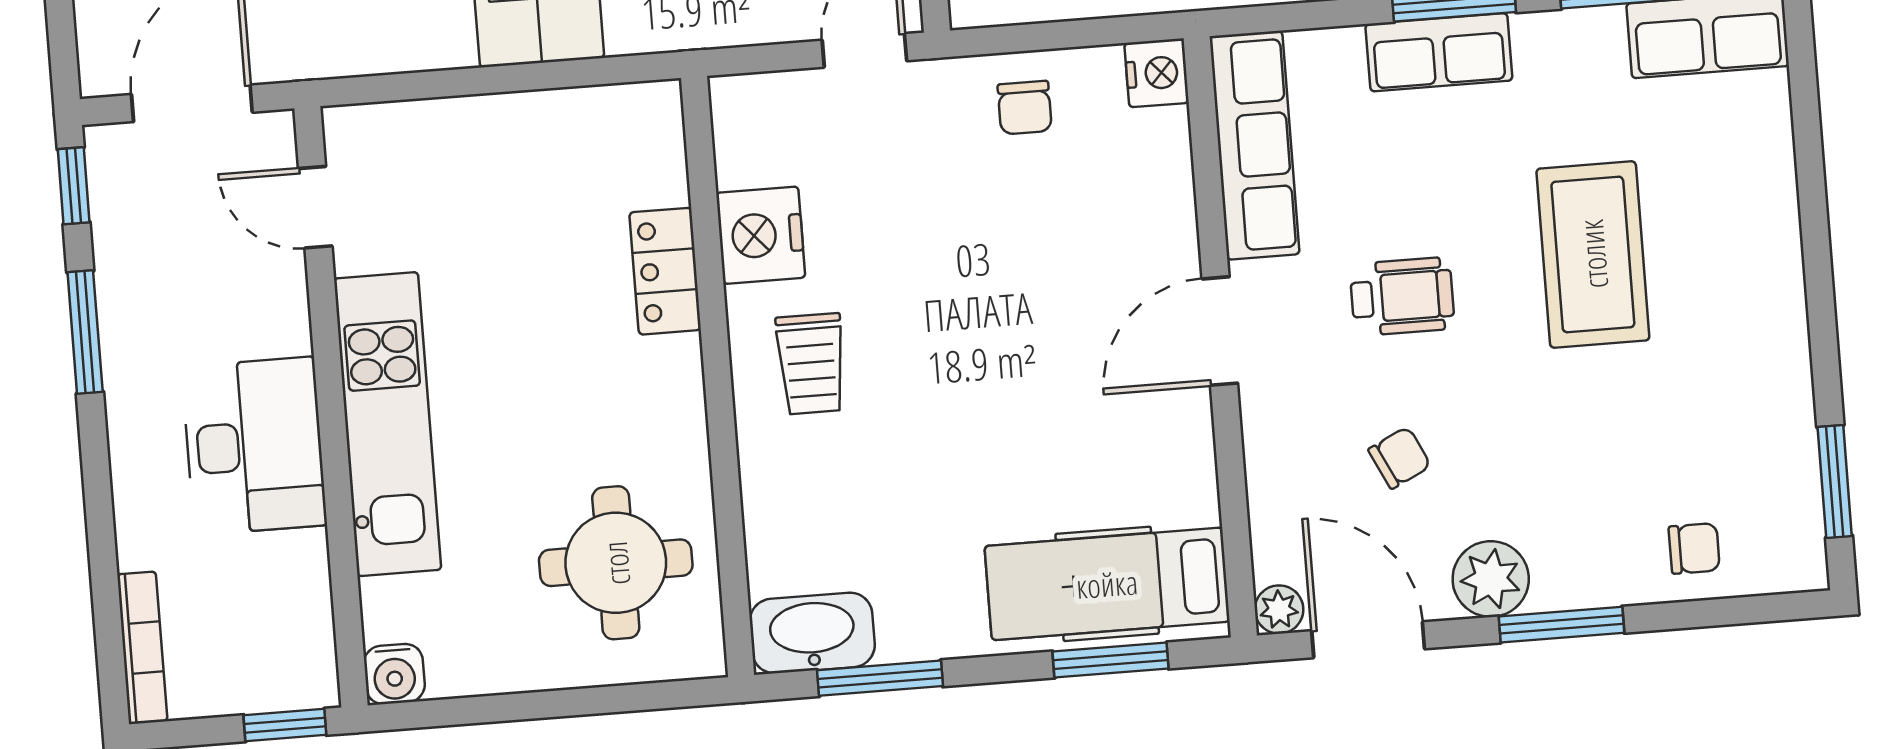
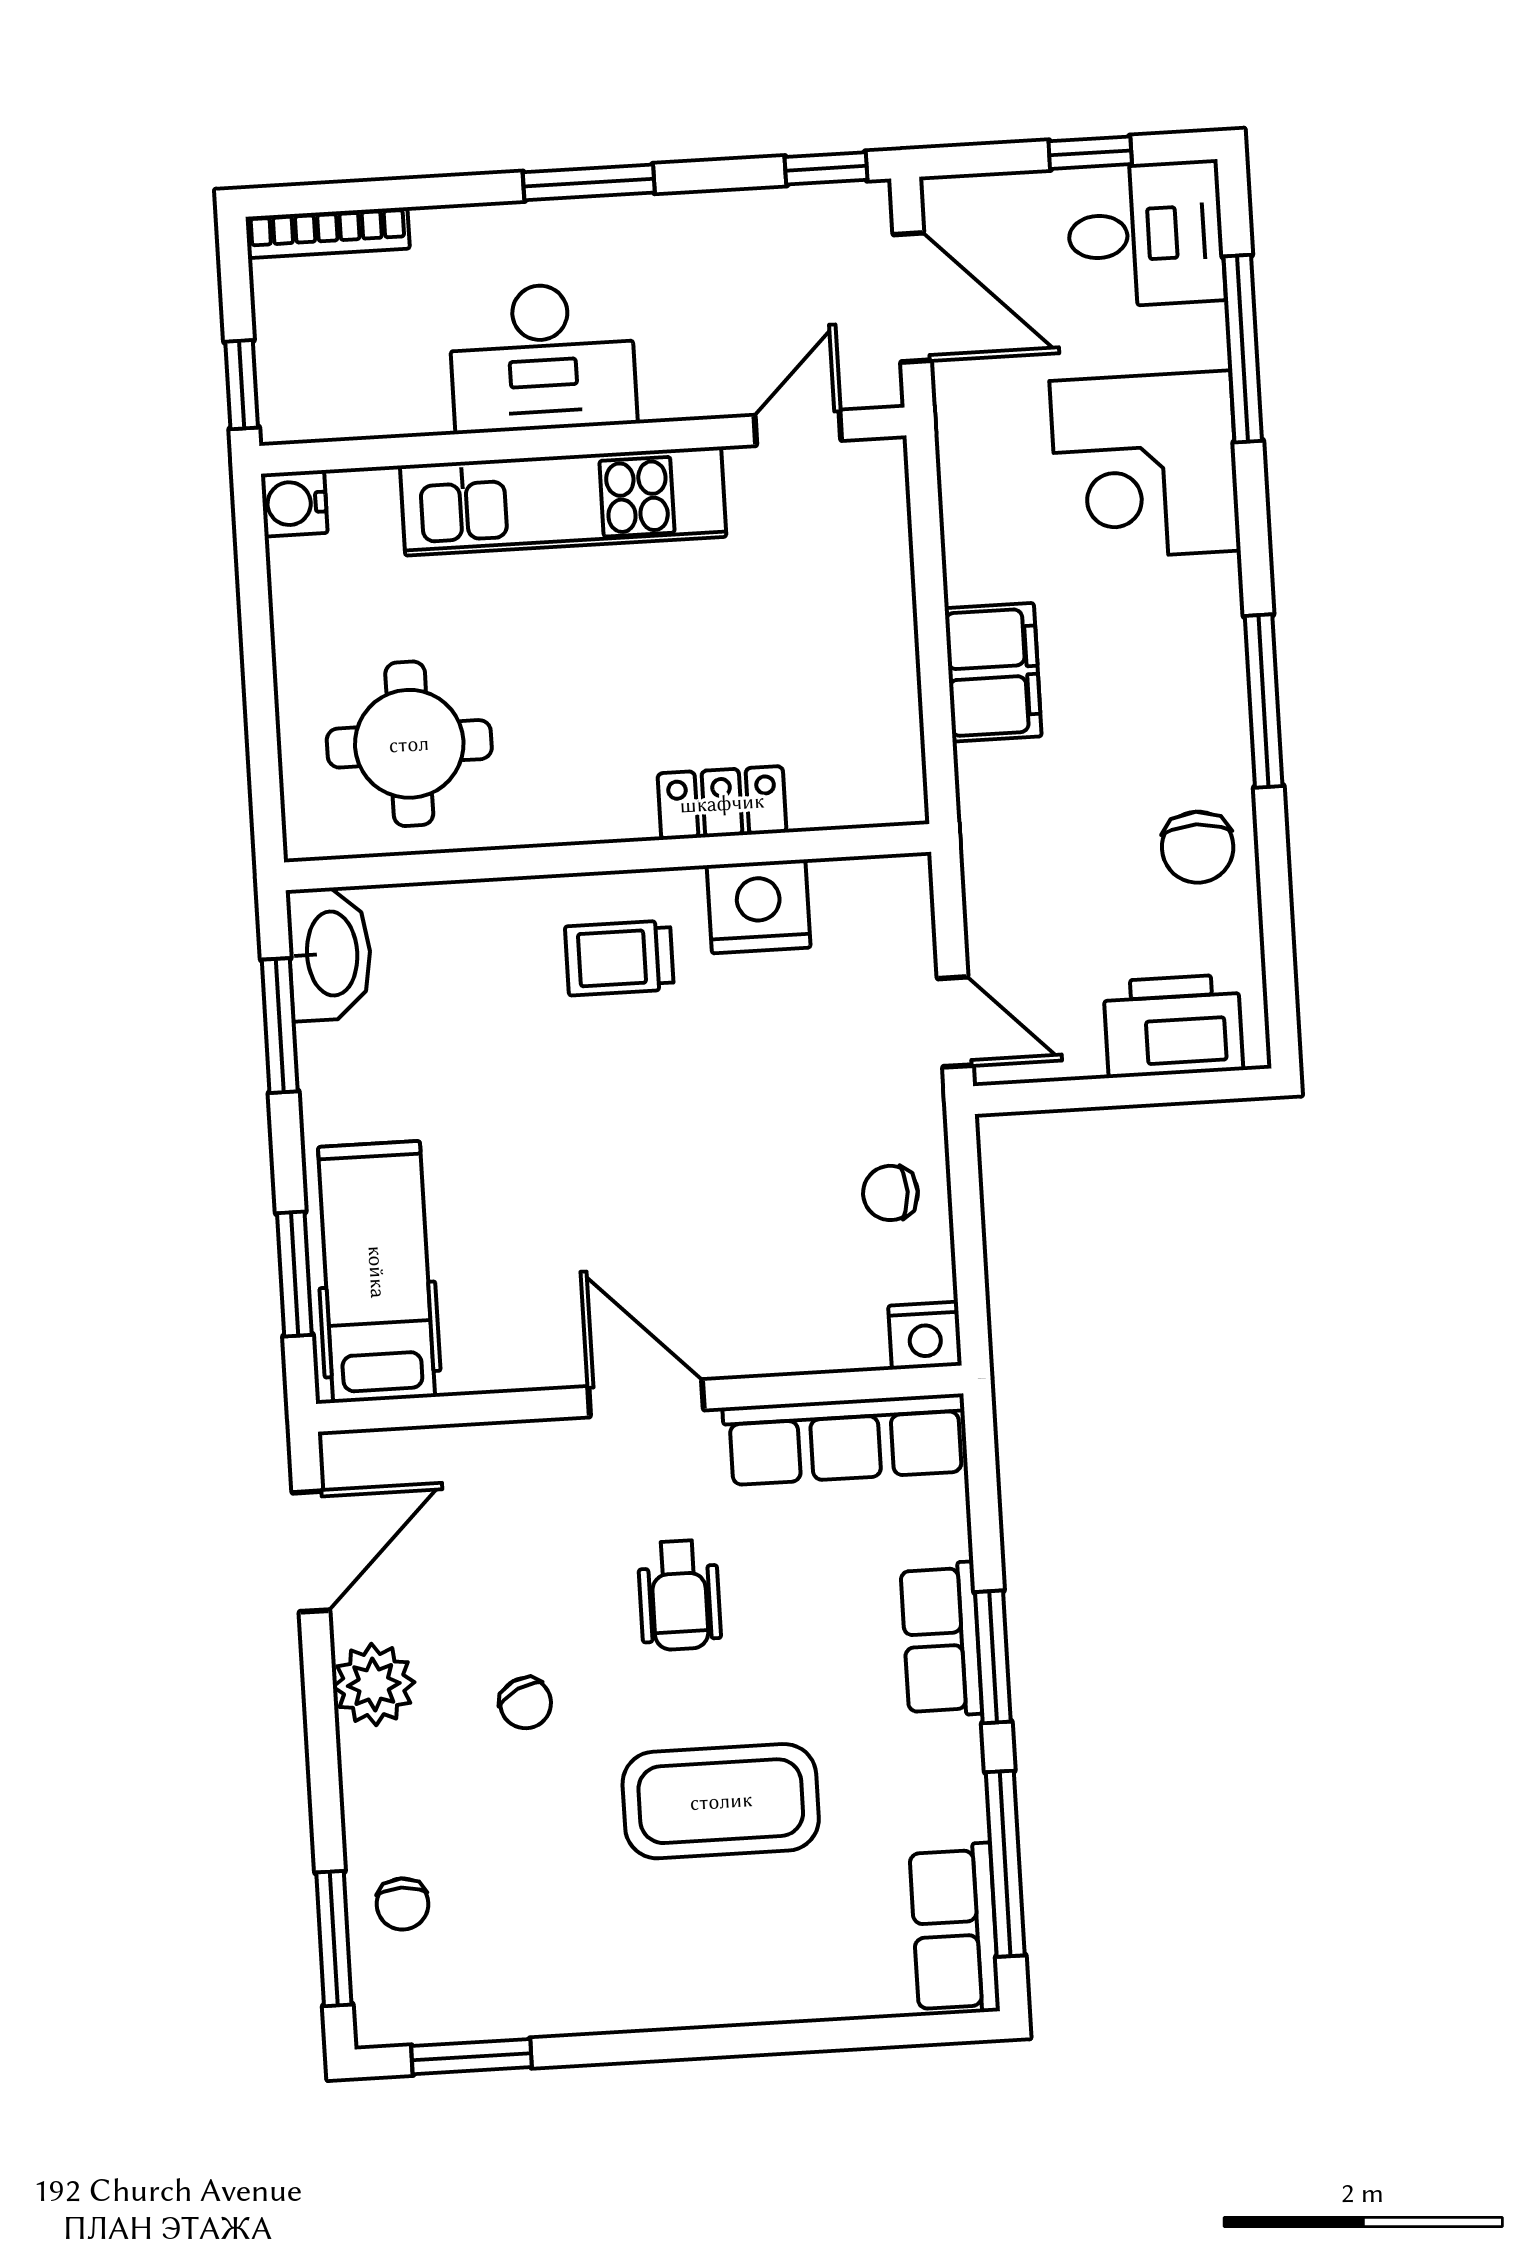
window: (85, 332) -> (589, 182), moved
chair: (1400, 458) -> (526, 1703), moved
plant: (1279, 609) -> (345, 1456), removed
window: (1561, 625) -> (334, 1939), moved

